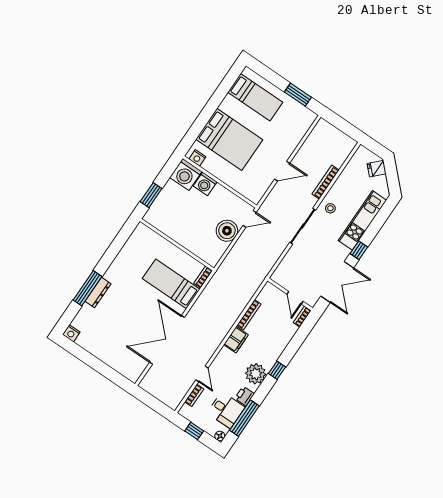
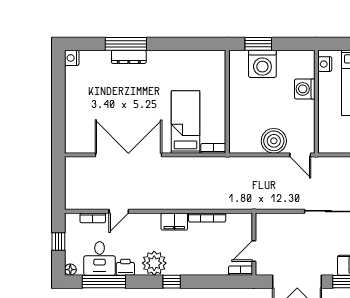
washing machine: (186, 174) -> (262, 64), moved, turned -90

